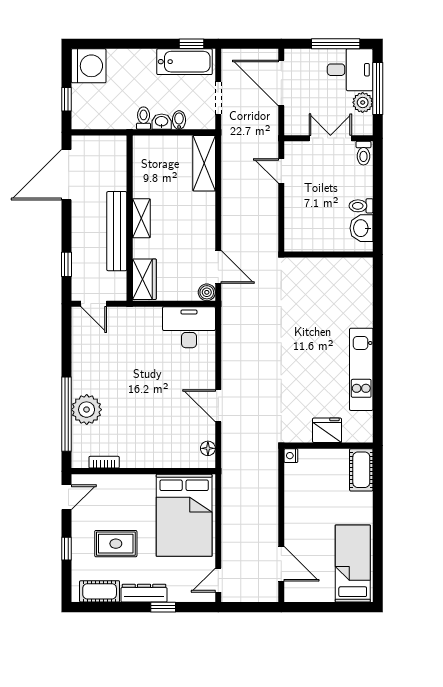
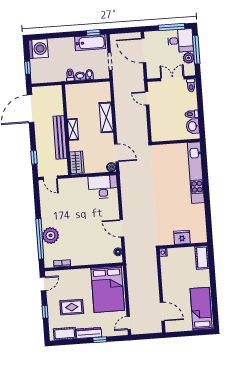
shelving: (204, 163) -> (106, 117), moved
kitchen unit: (361, 369) -> (196, 173), moved, width x1.36

